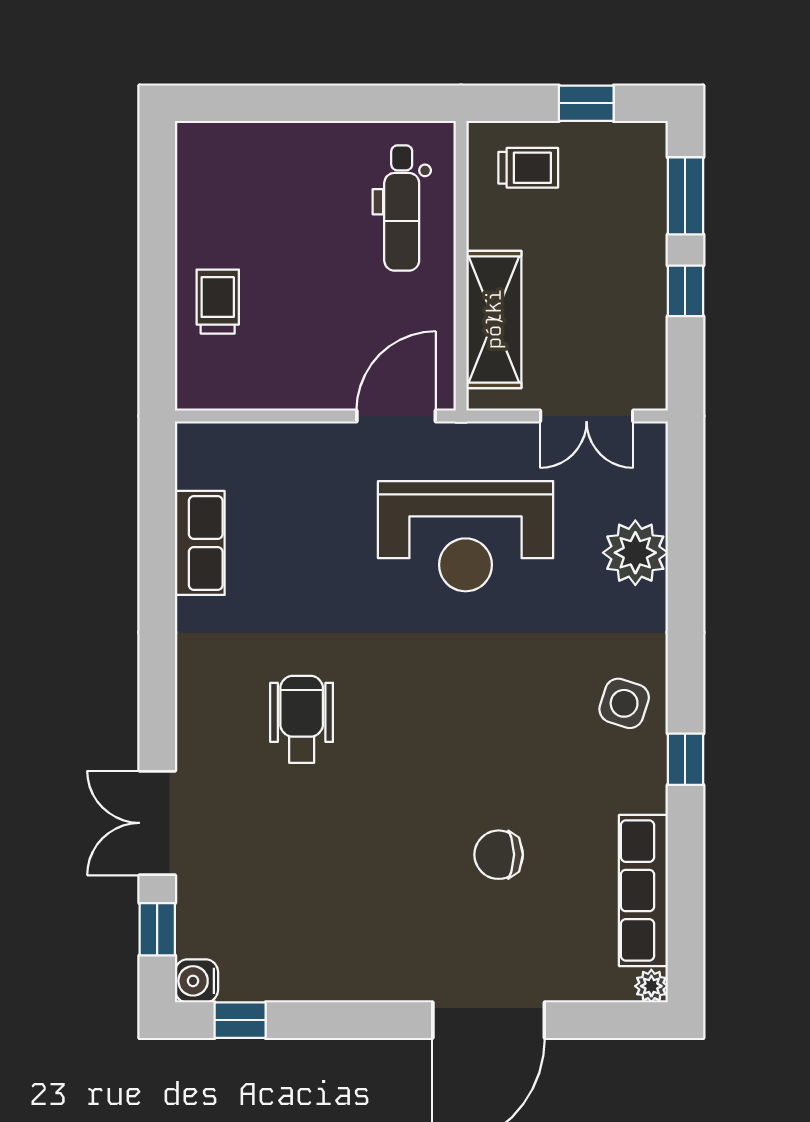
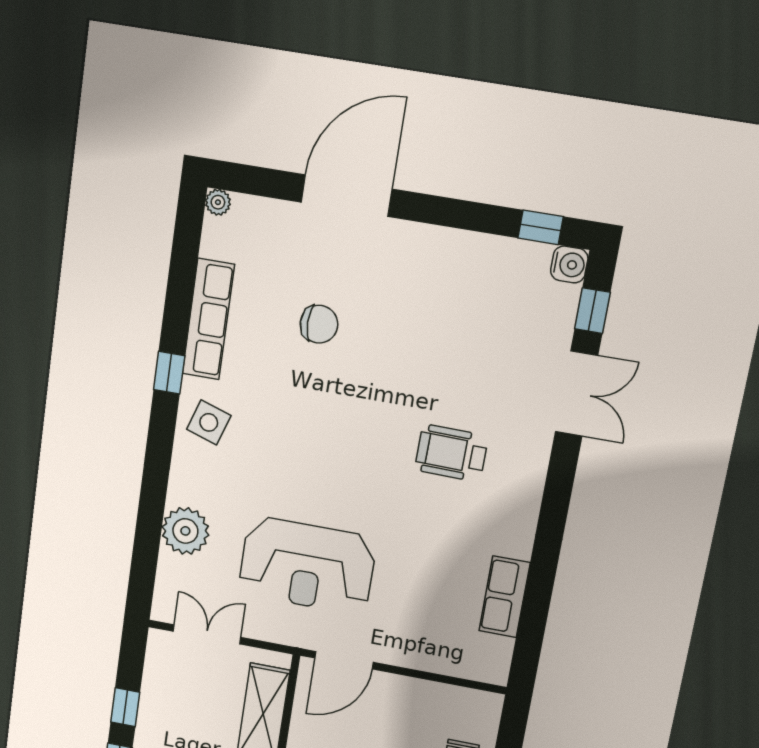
reception desk: (466, 536) -> (307, 565), turned 180
wheelchair: (302, 719) -> (451, 453), turned 91
row of seats: (643, 891) -> (208, 319), moved

